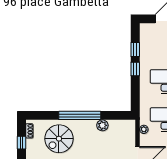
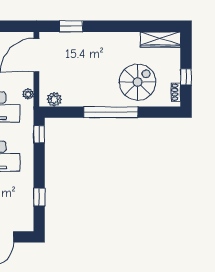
window: (135, 69) -> (39, 134), moved
plant: (102, 125) -> (54, 99), moved

